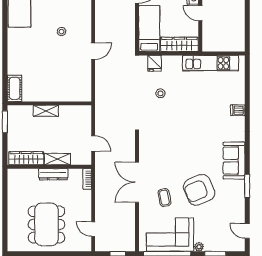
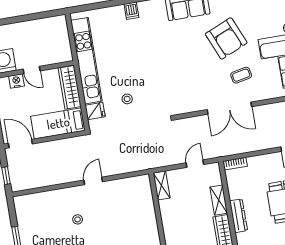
door: (200, 13) -> (32, 70), hinge flipped
door: (93, 51) -> (93, 181), hinge flipped
kitchen unit: (210, 63) -> (86, 61), width x1.36
shelving: (46, 111) -> (162, 185), moved
dresser: (53, 174) -> (238, 216), moved

